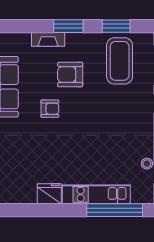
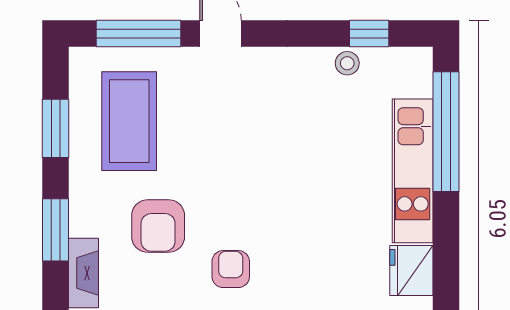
coffee table: (120, 61) -> (129, 121), turned 90

